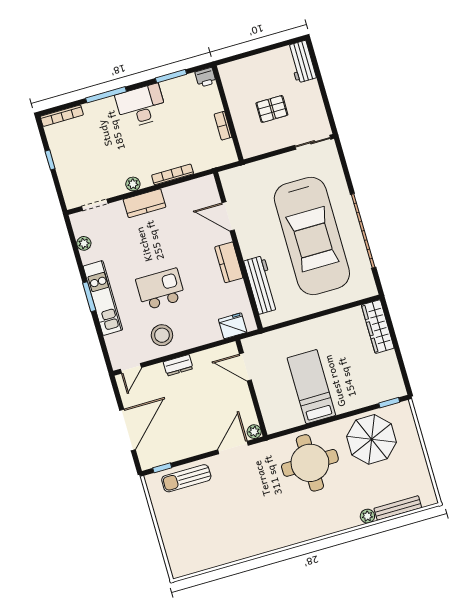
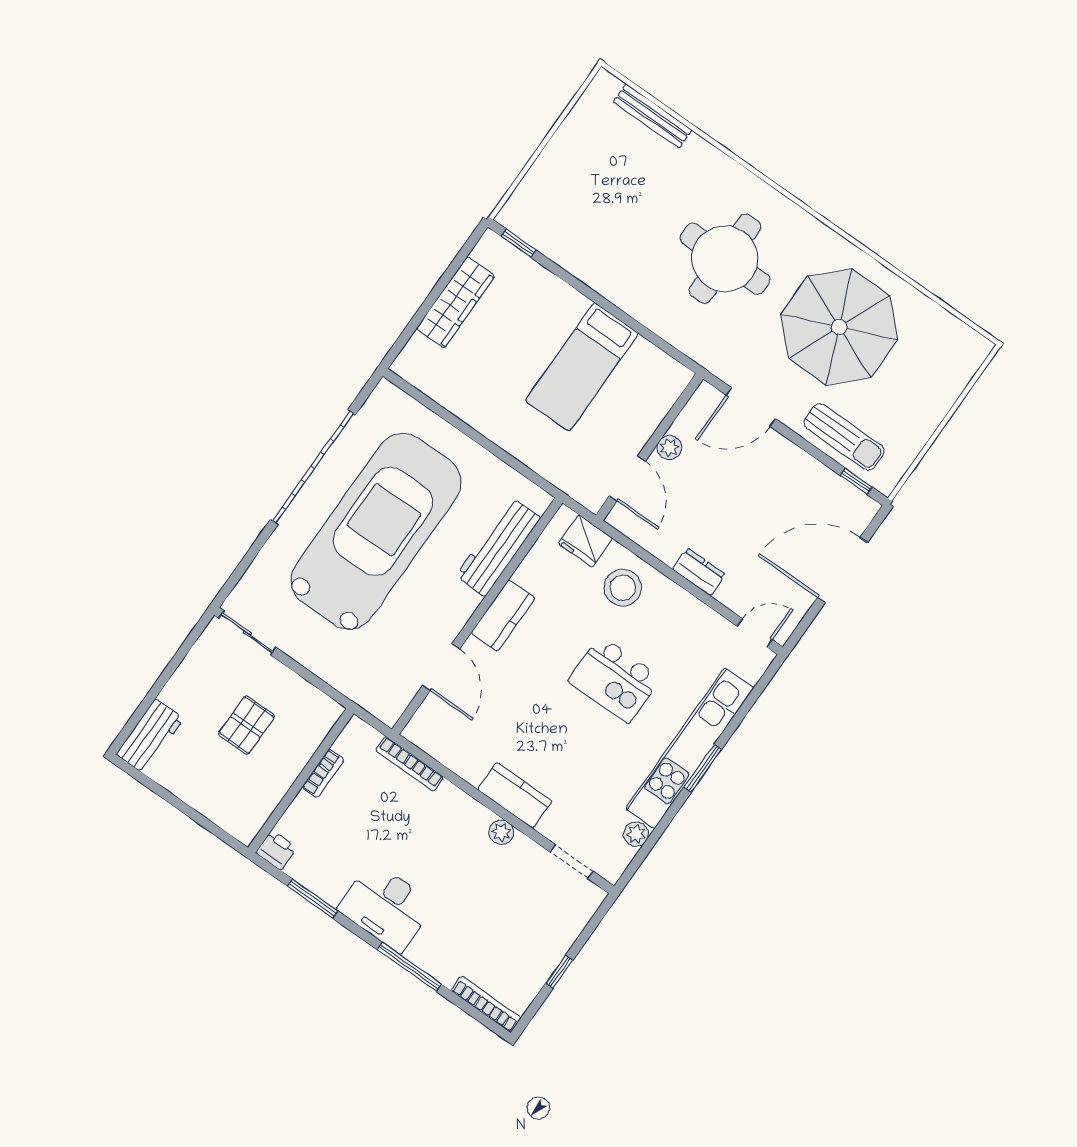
pallet: (272, 109) -> (247, 725), turned 90
bookcase: (173, 174) -> (410, 764), moved
kitchen unit: (103, 298) -> (690, 748), width x1.36
wardrobe: (378, 327) -> (456, 302), moved
stool: (162, 335) -> (623, 588), moved
plant: (254, 432) -> (669, 448), moved
parasol: (371, 439) -> (839, 327), moved, width x1.36, depth x1.36
round table: (310, 463) -> (725, 259), moved
plant: (367, 516) -> (697, 148), removed

